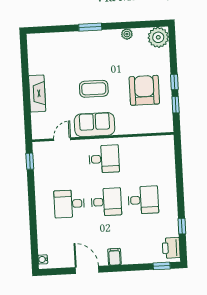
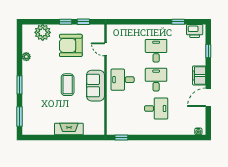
window: (50, 29) -> (19, 116), added
plant: (158, 37) -> (43, 32), moved
door: (62, 139) -> (105, 49), moved
desk: (104, 159) -> (123, 80), turned -90
desk: (69, 204) -> (156, 108), turned -90
filing cabinet: (114, 257) -> (199, 75), width x2.00
window: (162, 266) -> (208, 51), moved

